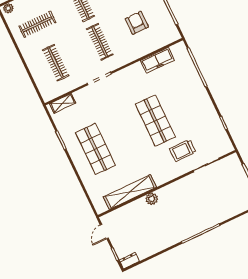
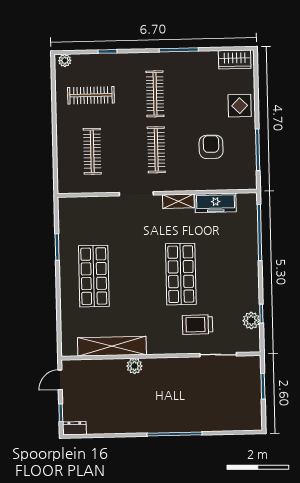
shelving: (63, 103) -> (178, 201), moved
plant: (219, 131) -> (251, 320), added

